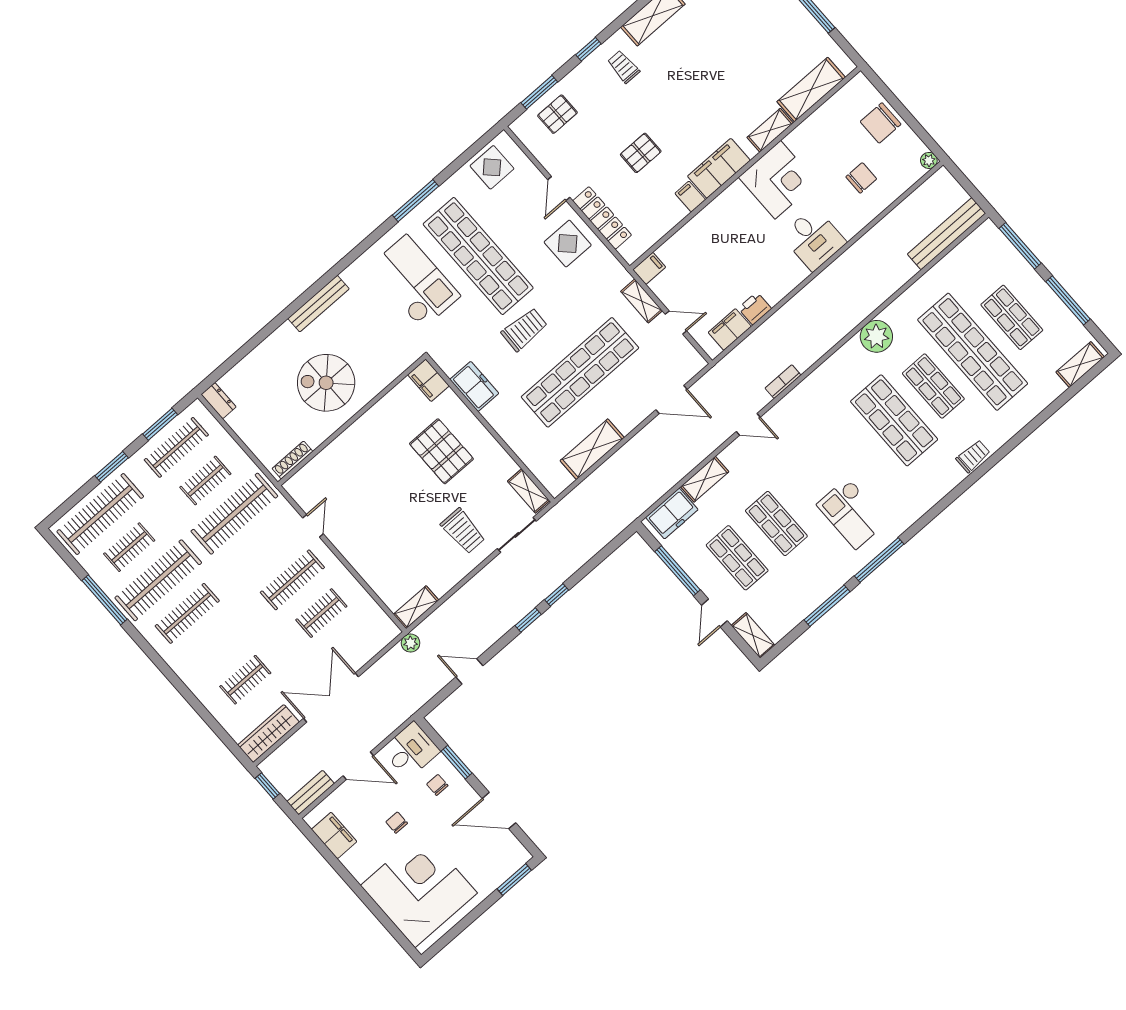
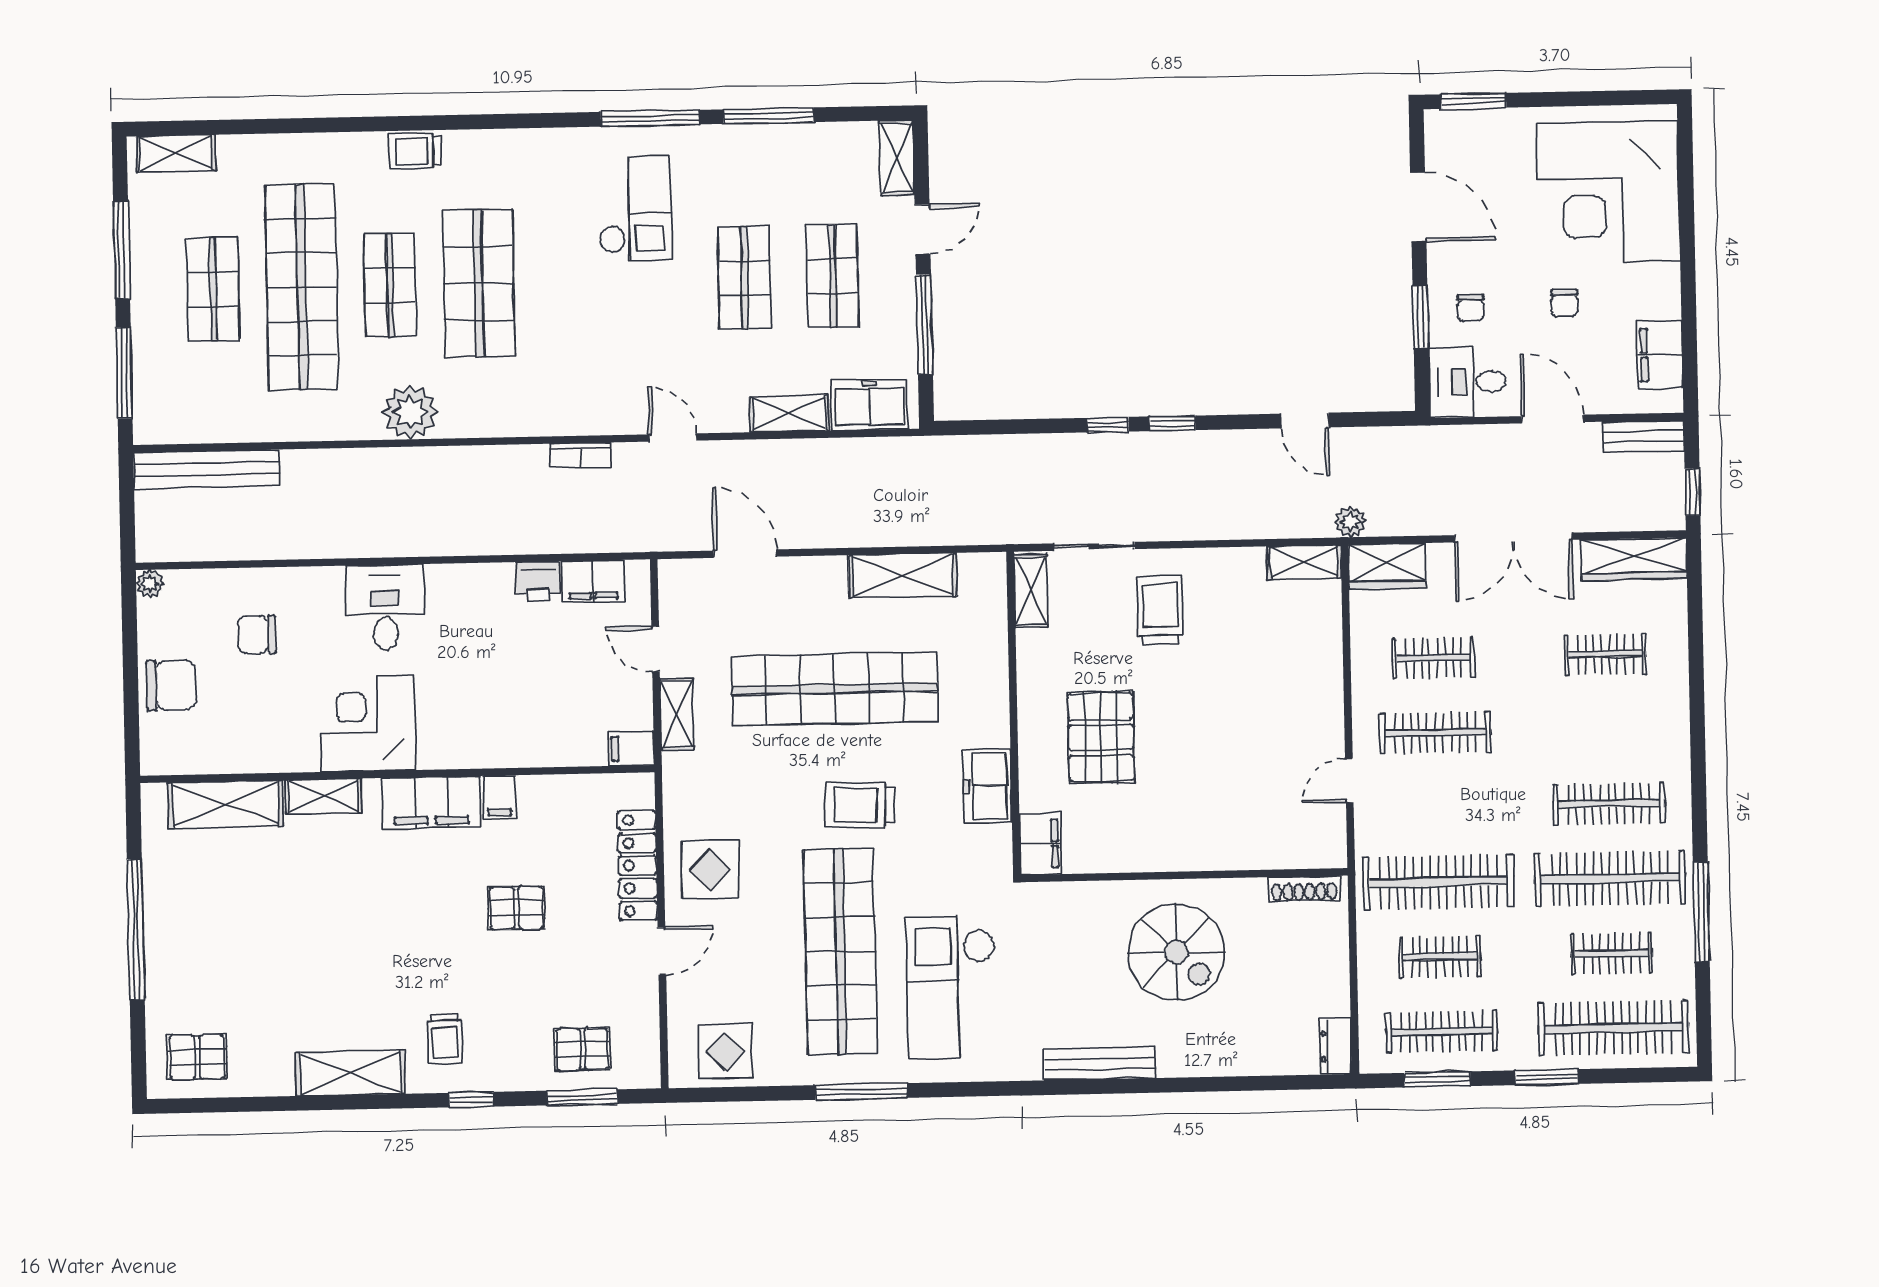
wardrobe: (377, 637) -> (1387, 566), added

